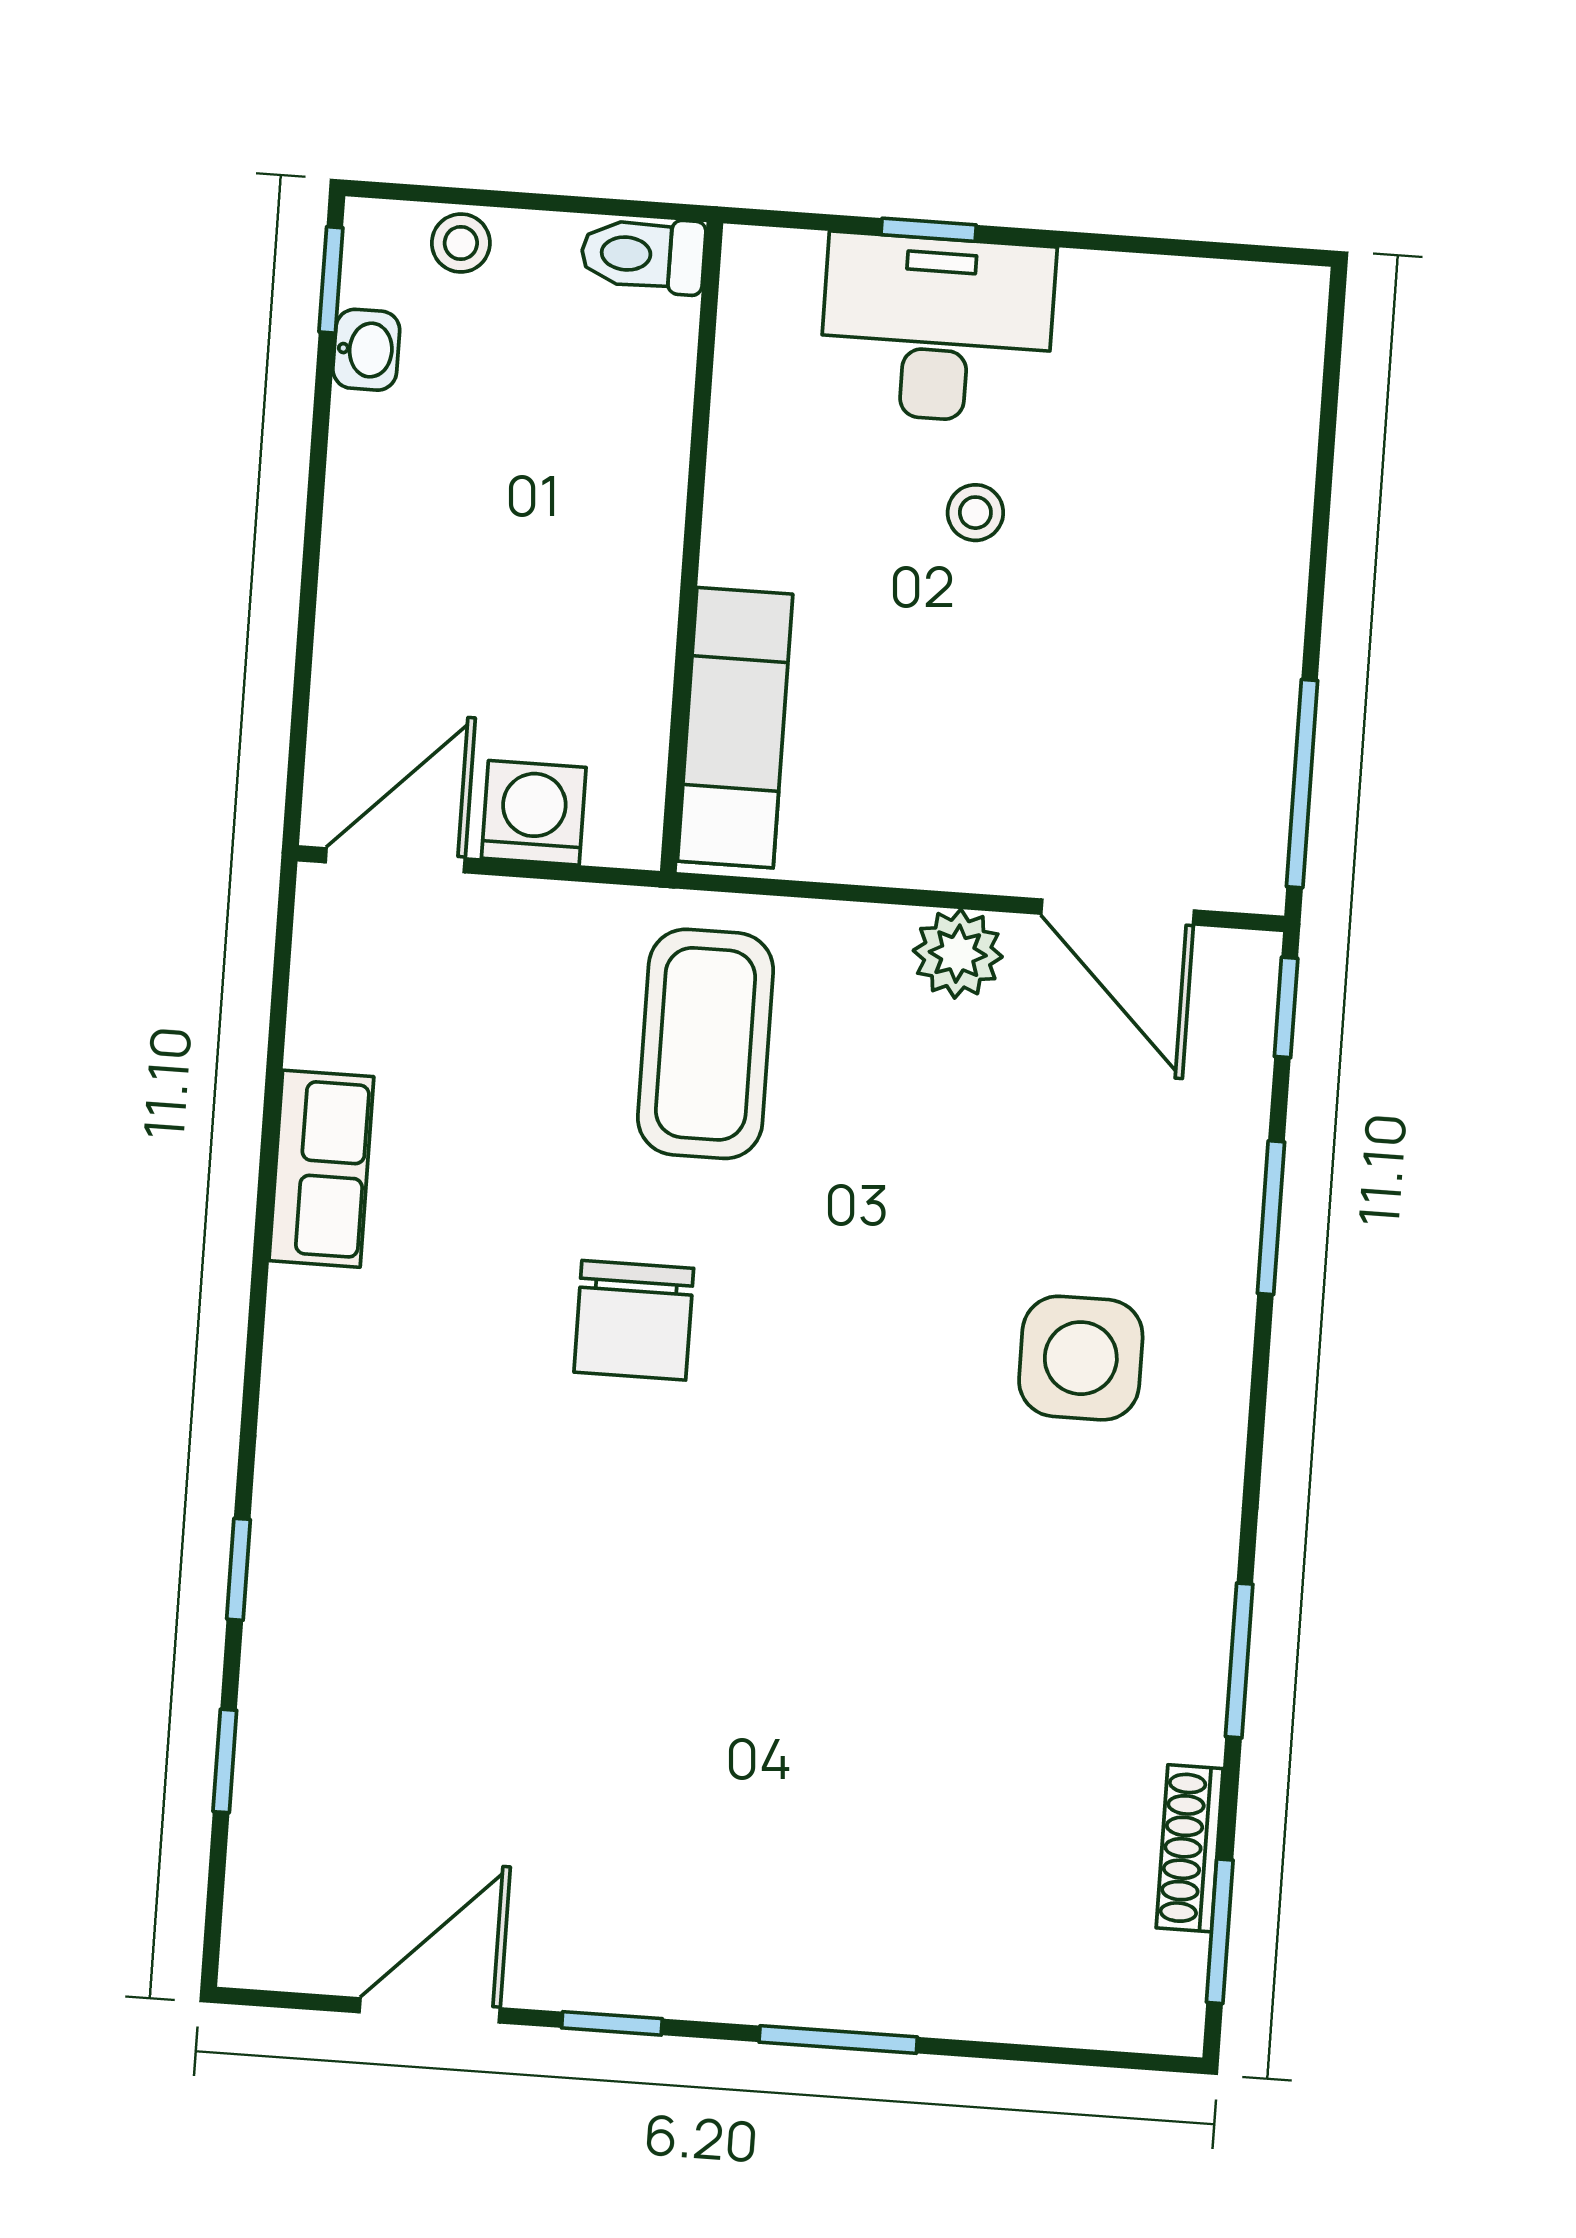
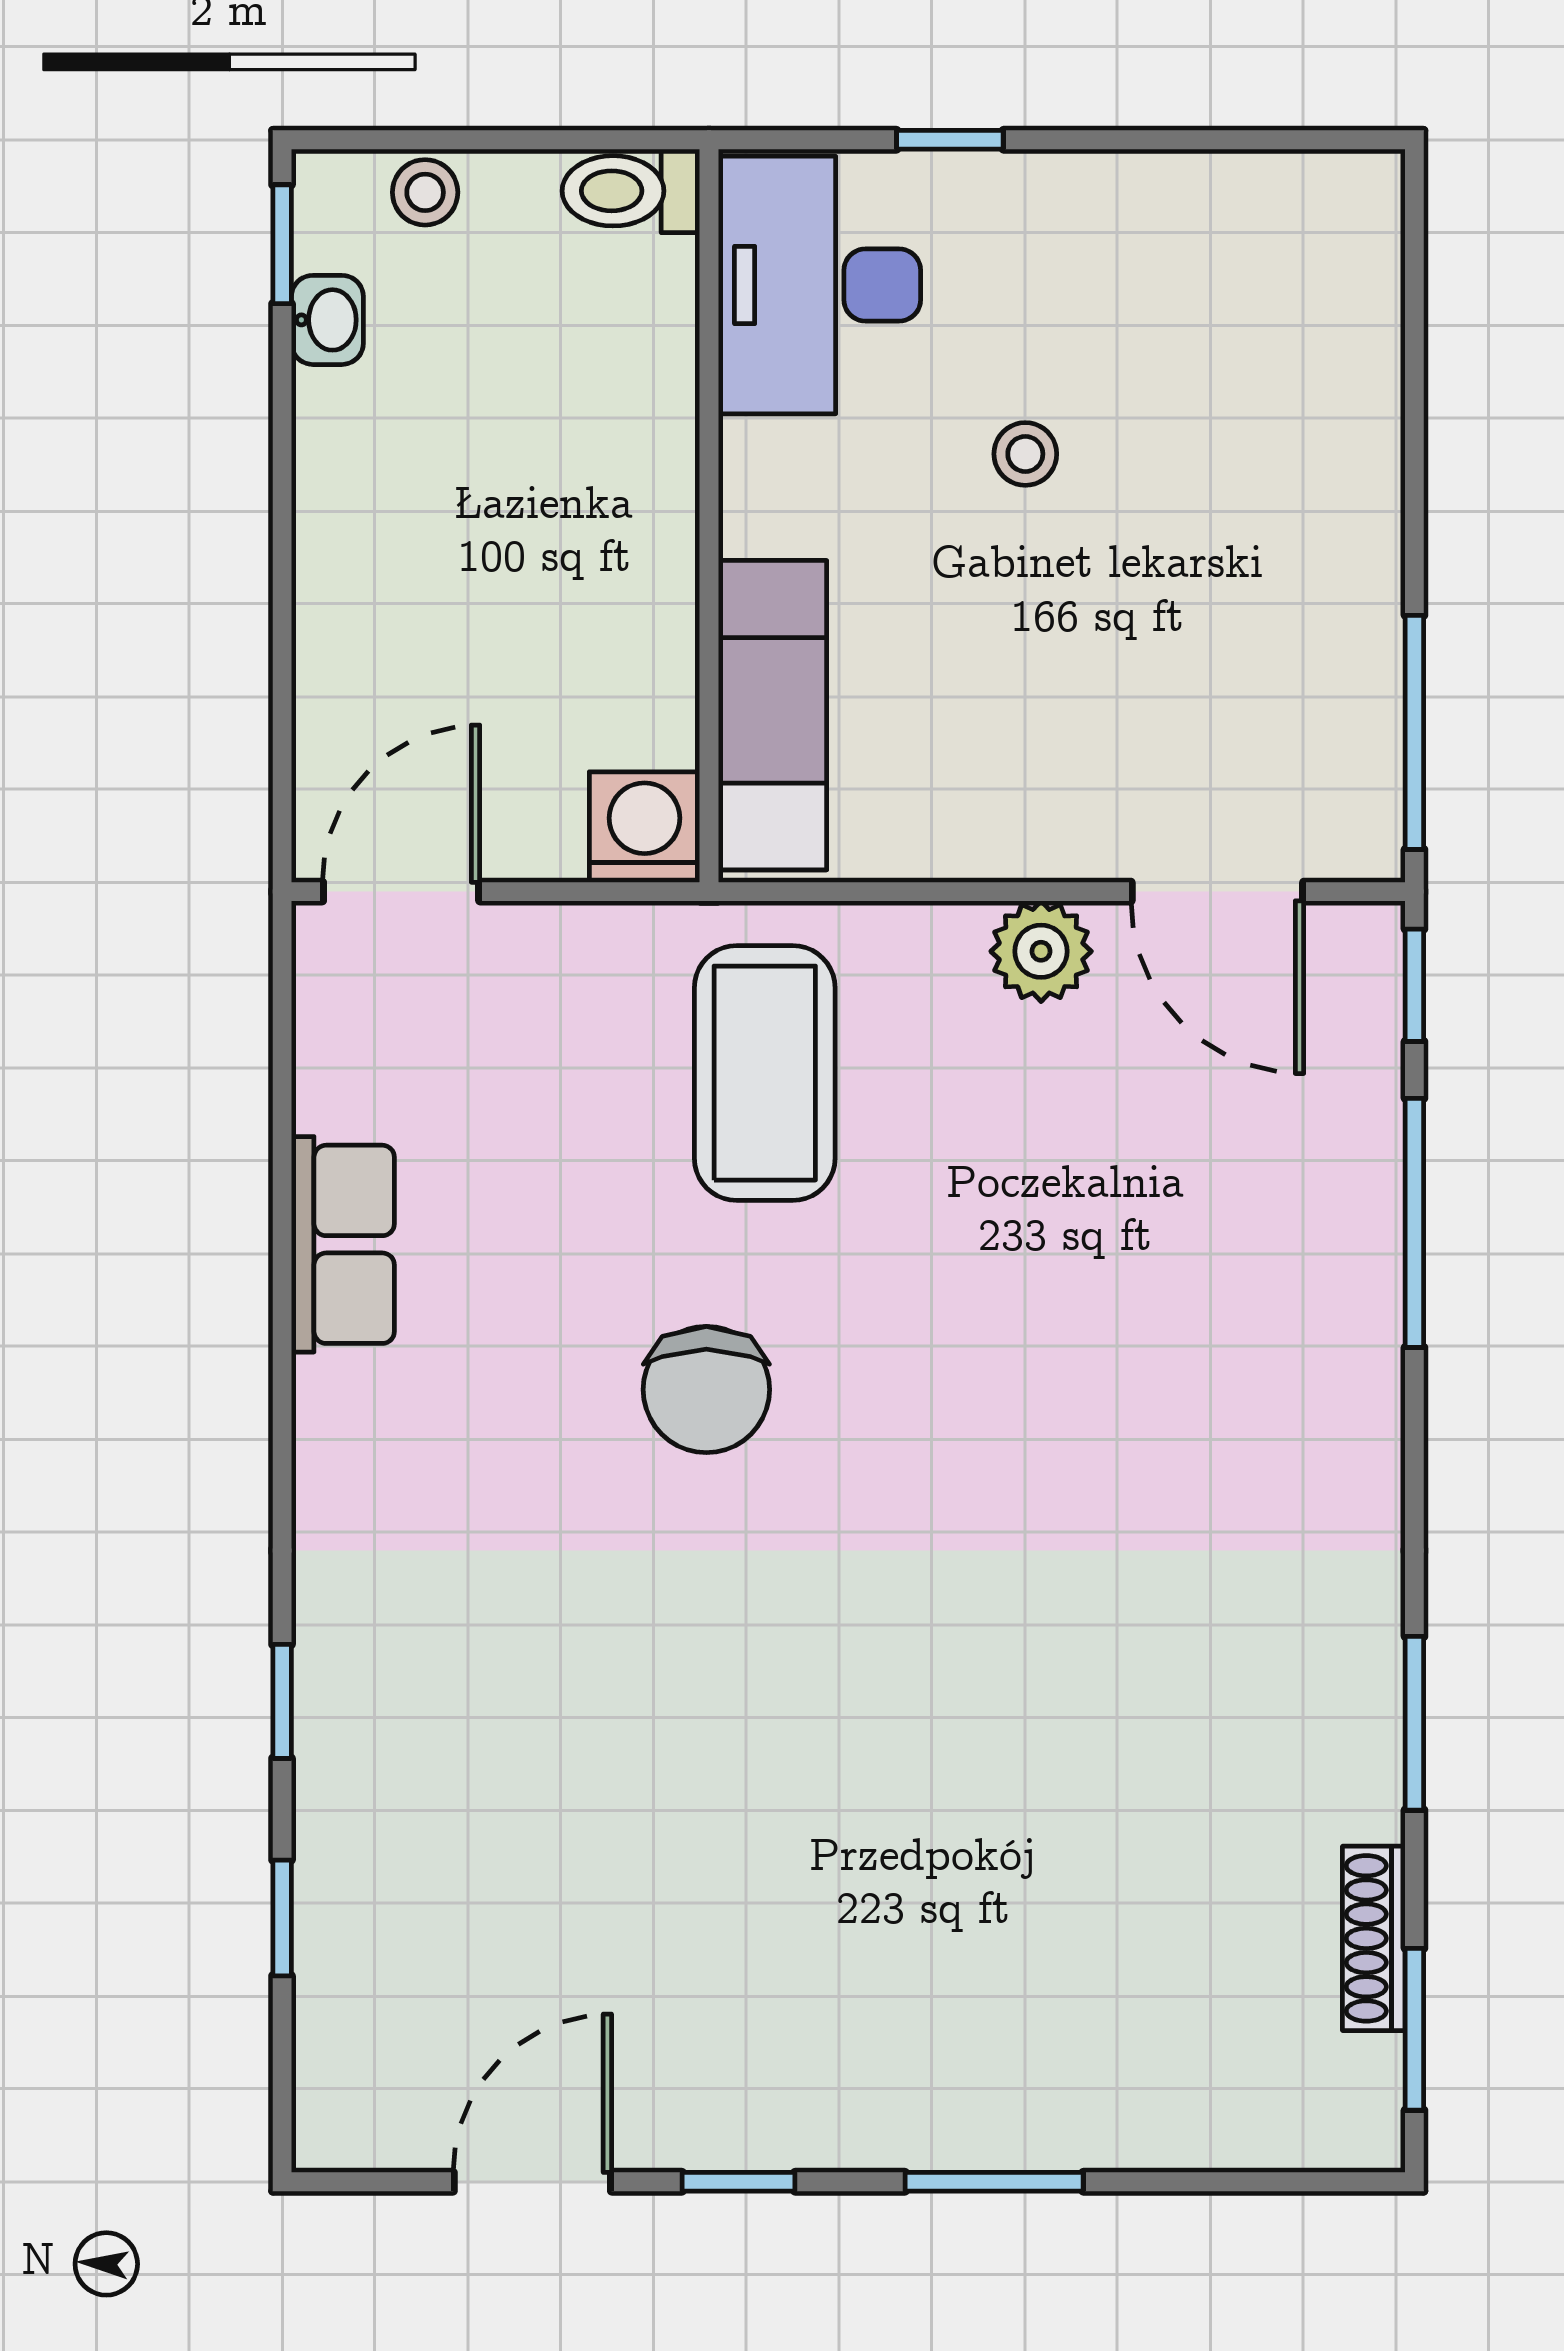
desk: (937, 329) -> (819, 285), moved, turned -90
washing machine: (534, 813) -> (645, 827), moved
window: (1271, 1218) -> (1414, 1223), width x1.44
side table: (1081, 1358) -> (1212, 1396), removed

